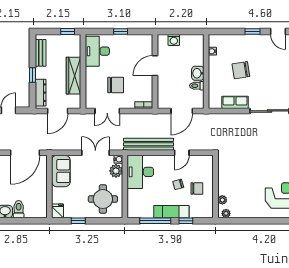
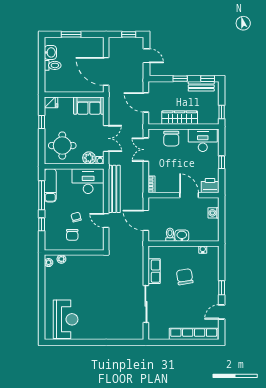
printer: (145, 44) -> (210, 186), added
window: (33, 46) -> (208, 79), added
chair: (116, 85) -> (171, 139), moved
dresser: (41, 93) -> (163, 86), removed
exam couch: (171, 212) -> (50, 185), moved

